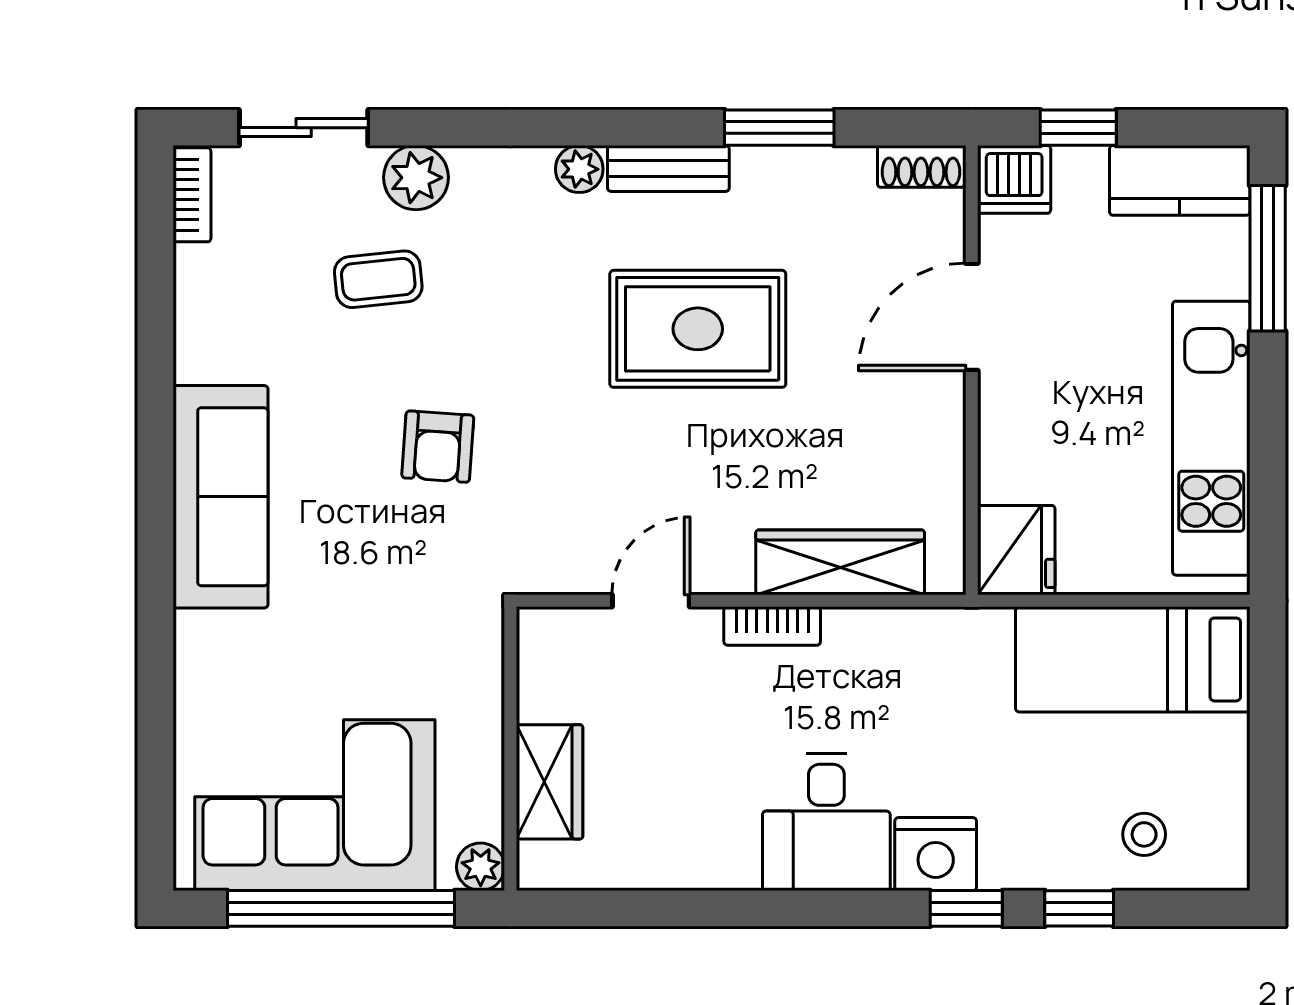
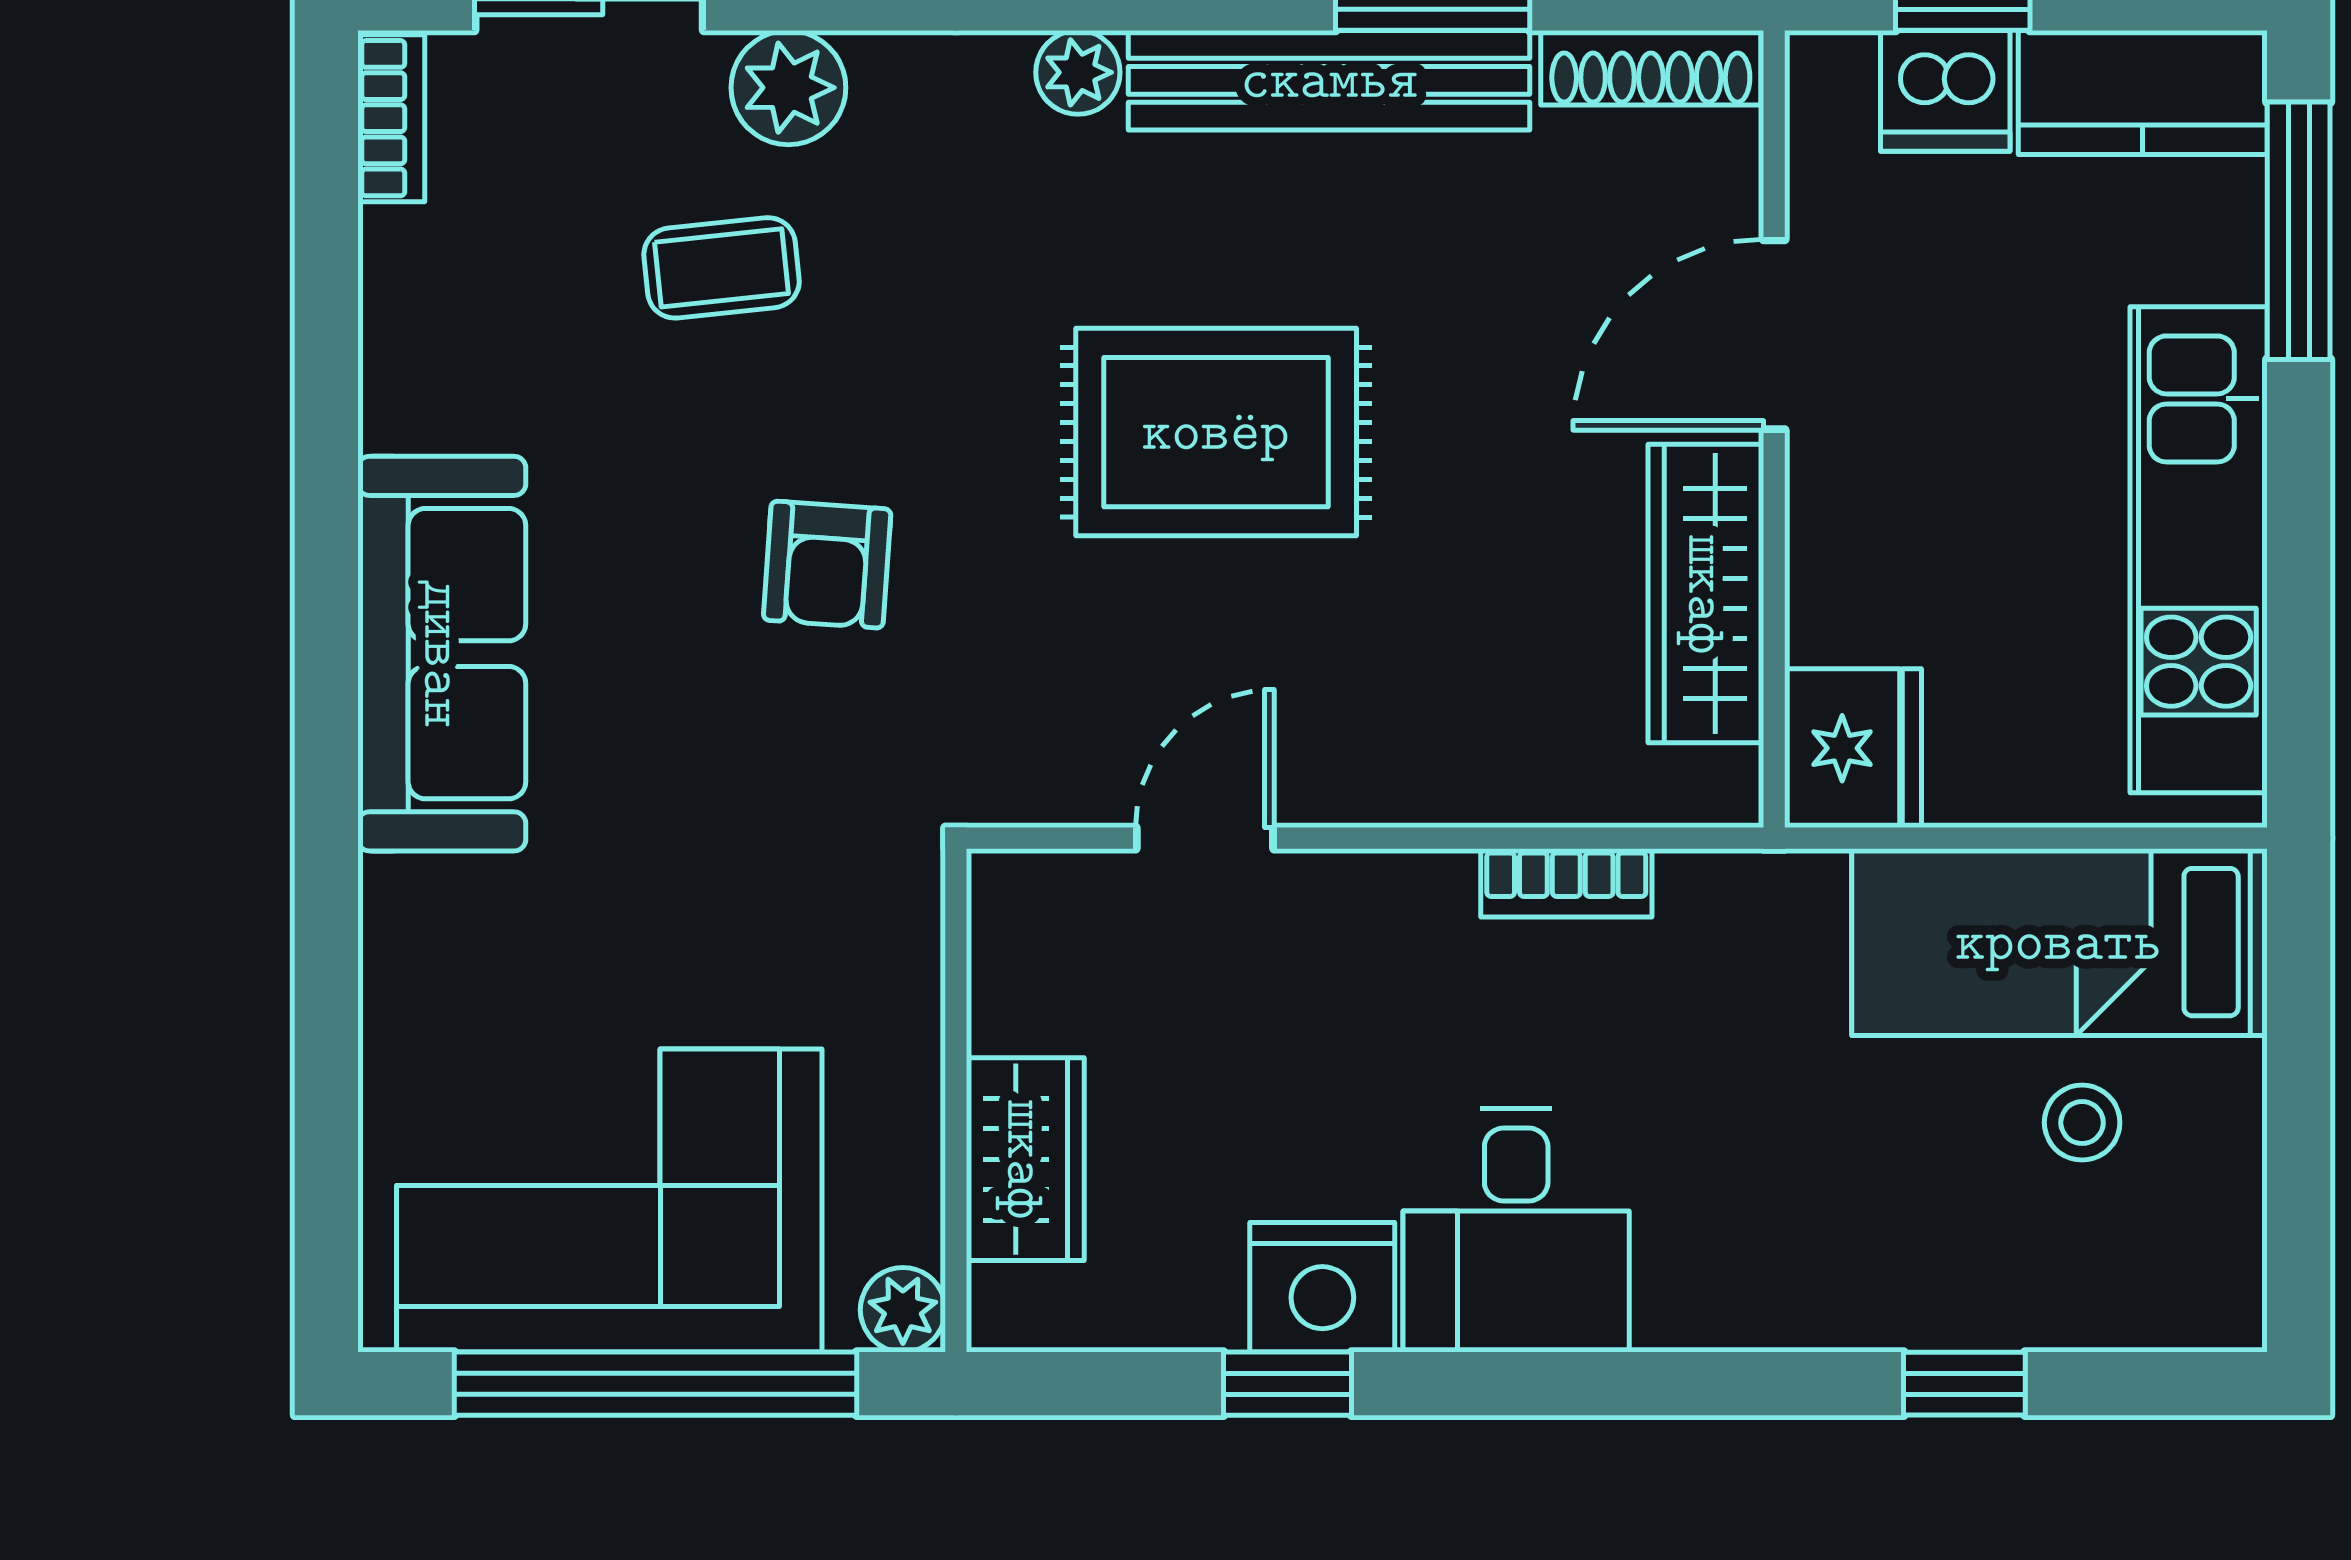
shoe rack: (921, 166) -> (1651, 68), width x1.43
bench: (668, 168) -> (1329, 80), width x1.86, depth x1.21
dishwasher: (1014, 179) -> (1945, 91), moved
rug: (698, 329) -> (1216, 432), moved
wardrobe: (840, 562) -> (1706, 594), moved, turned -90
bookcase: (772, 626) -> (1566, 883), moved
stool: (1144, 834) -> (2082, 1123), moved
nightstand: (936, 854) -> (1322, 1287), moved
window: (966, 908) -> (1288, 1384), moved

